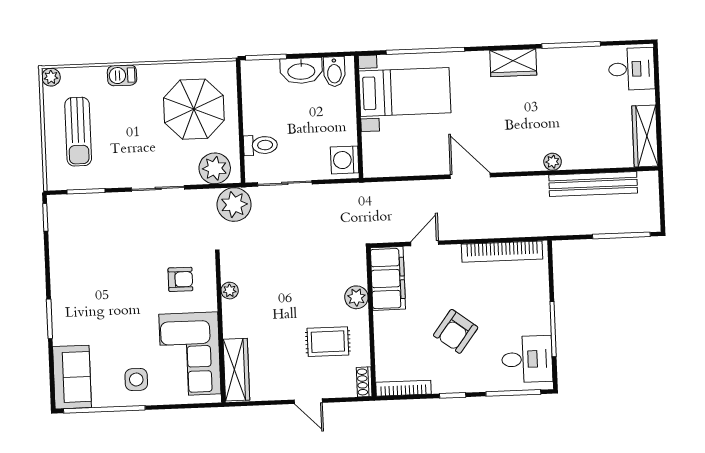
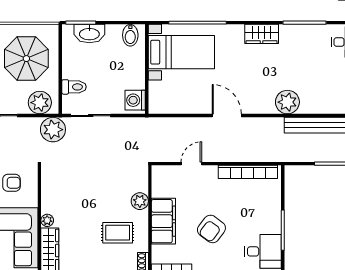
washbasin: (301, 71) -> (89, 34), moved
plant: (553, 162) -> (287, 102), width x1.87, depth x1.87
filing cabinet: (388, 278) -> (163, 221), moved
plant: (230, 291) -> (47, 220), moved

